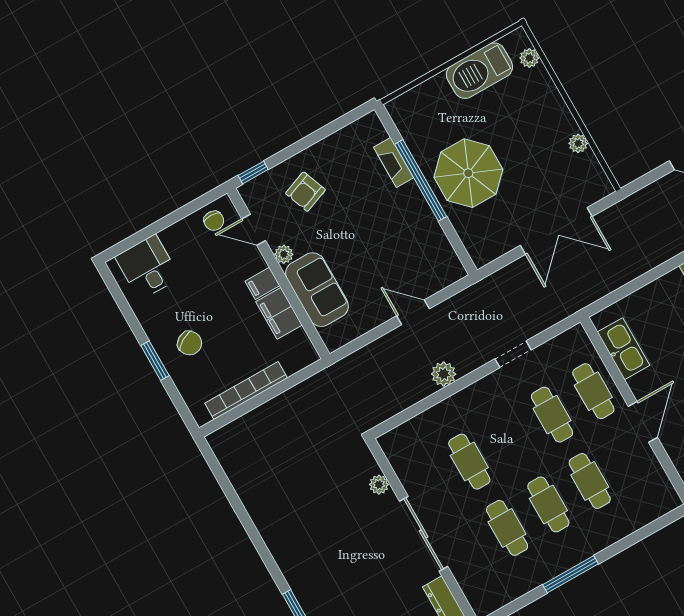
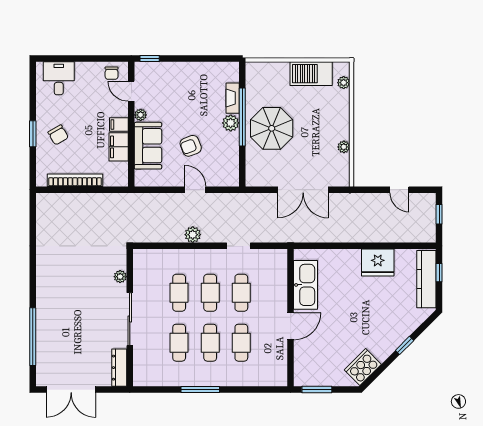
armchair: (305, 192) -> (191, 146), moved
plant: (410, 197) -> (231, 123), added
kitchen sink: (623, 349) -> (306, 285), width x1.36, depth x1.24
cafe table: (593, 391) -> (210, 293), moved

